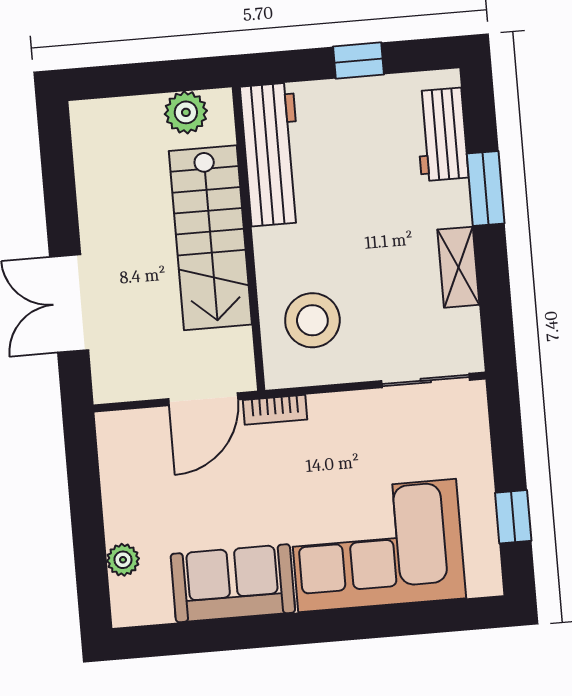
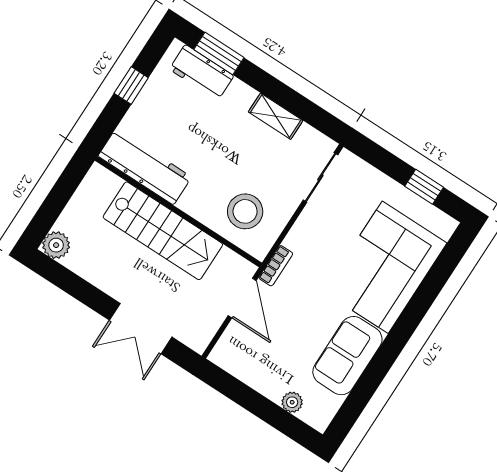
plant: (186, 112) -> (56, 245), moved
window: (486, 189) -> (219, 54), moved

